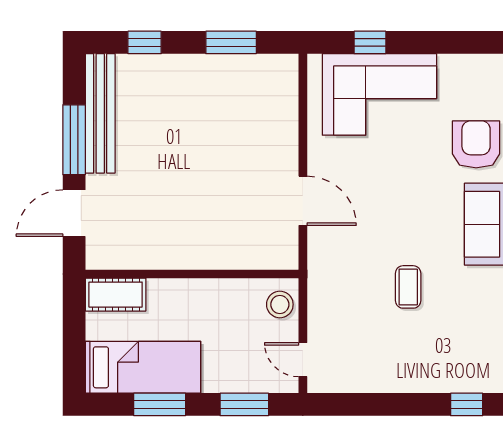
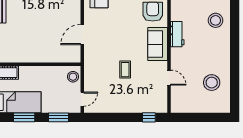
door: (303, 201) -> (82, 35), swing flipped
door: (303, 360) -> (82, 99), swing flipped

